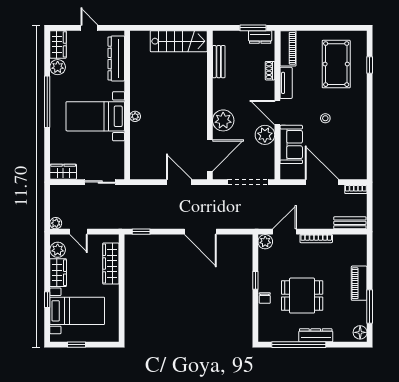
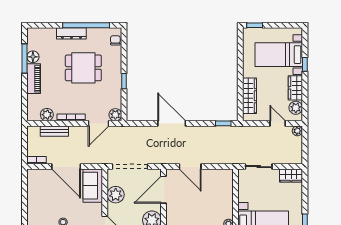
plant: (265, 135) -> (116, 195), moved
sofa: (291, 144) -> (93, 186), moved
bench: (350, 223) -> (54, 131), moved
plant: (344, 242) -> (47, 115), added
chair: (265, 298) -> (115, 40), moved
floor lamp: (360, 332) -> (33, 57), moved
window: (77, 345) -> (255, 25), moved

